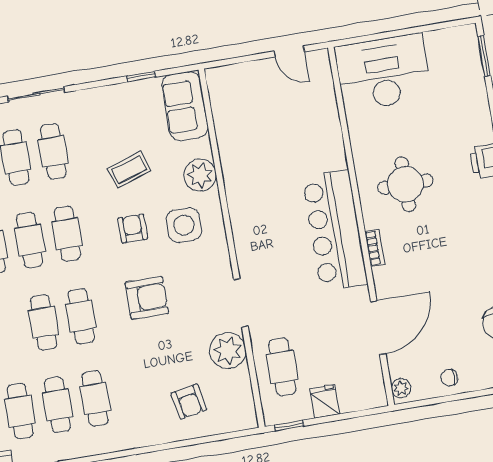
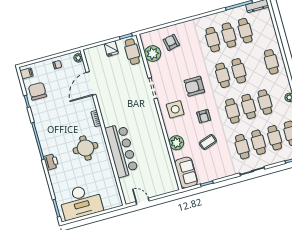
desk: (383, 72) -> (81, 202), moved
side table: (184, 225) -> (175, 109), moved
bar counter: (335, 230) -> (122, 150), moved
plant: (228, 351) -> (153, 54), moved
cafe table: (282, 367) -> (132, 52), moved

